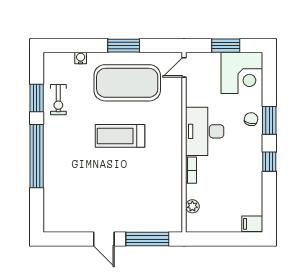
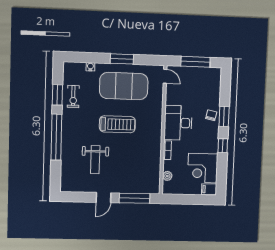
window: (226, 46) -> (195, 62), width x1.44
door: (184, 67) -> (165, 76), swing flipped
corner desk: (242, 73) -> (203, 168), moved, turned 90
treadmill: (120, 136) -> (117, 124), turned 180
weight bench: (91, 186) -> (95, 160), added
door: (104, 239) -> (103, 198), hinge flipped

